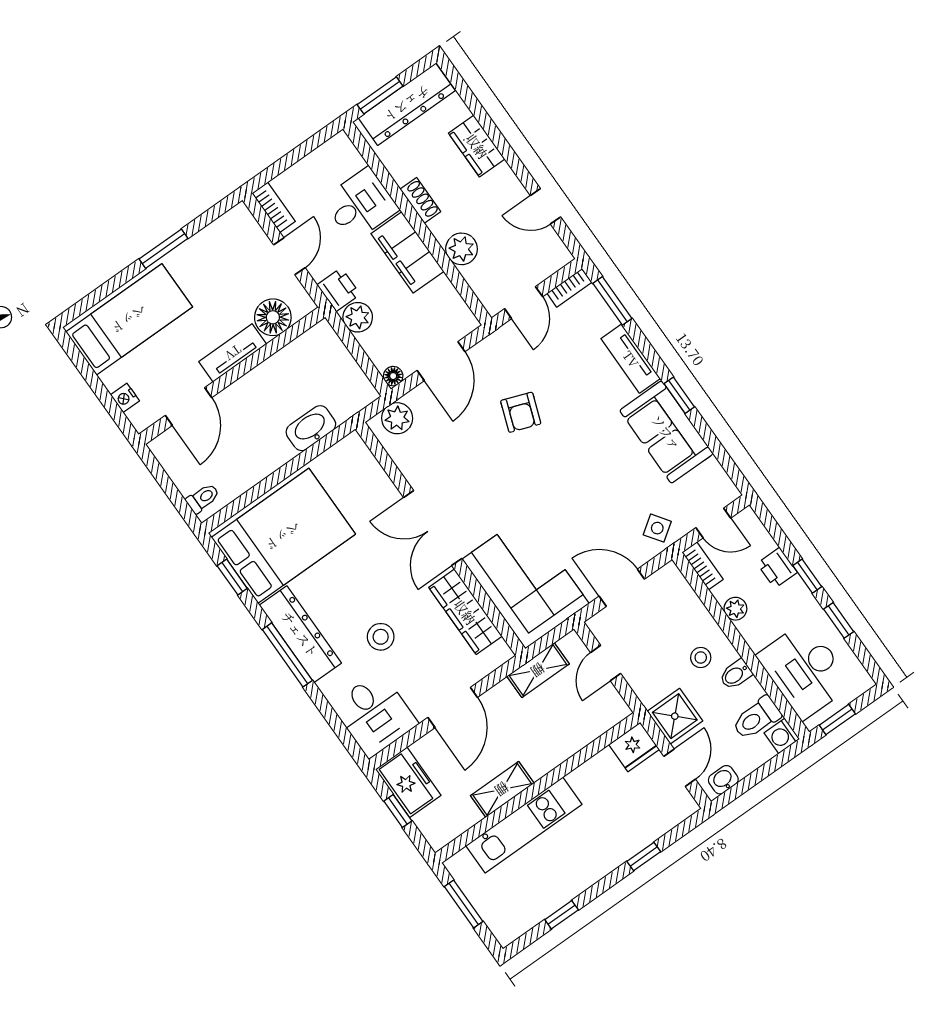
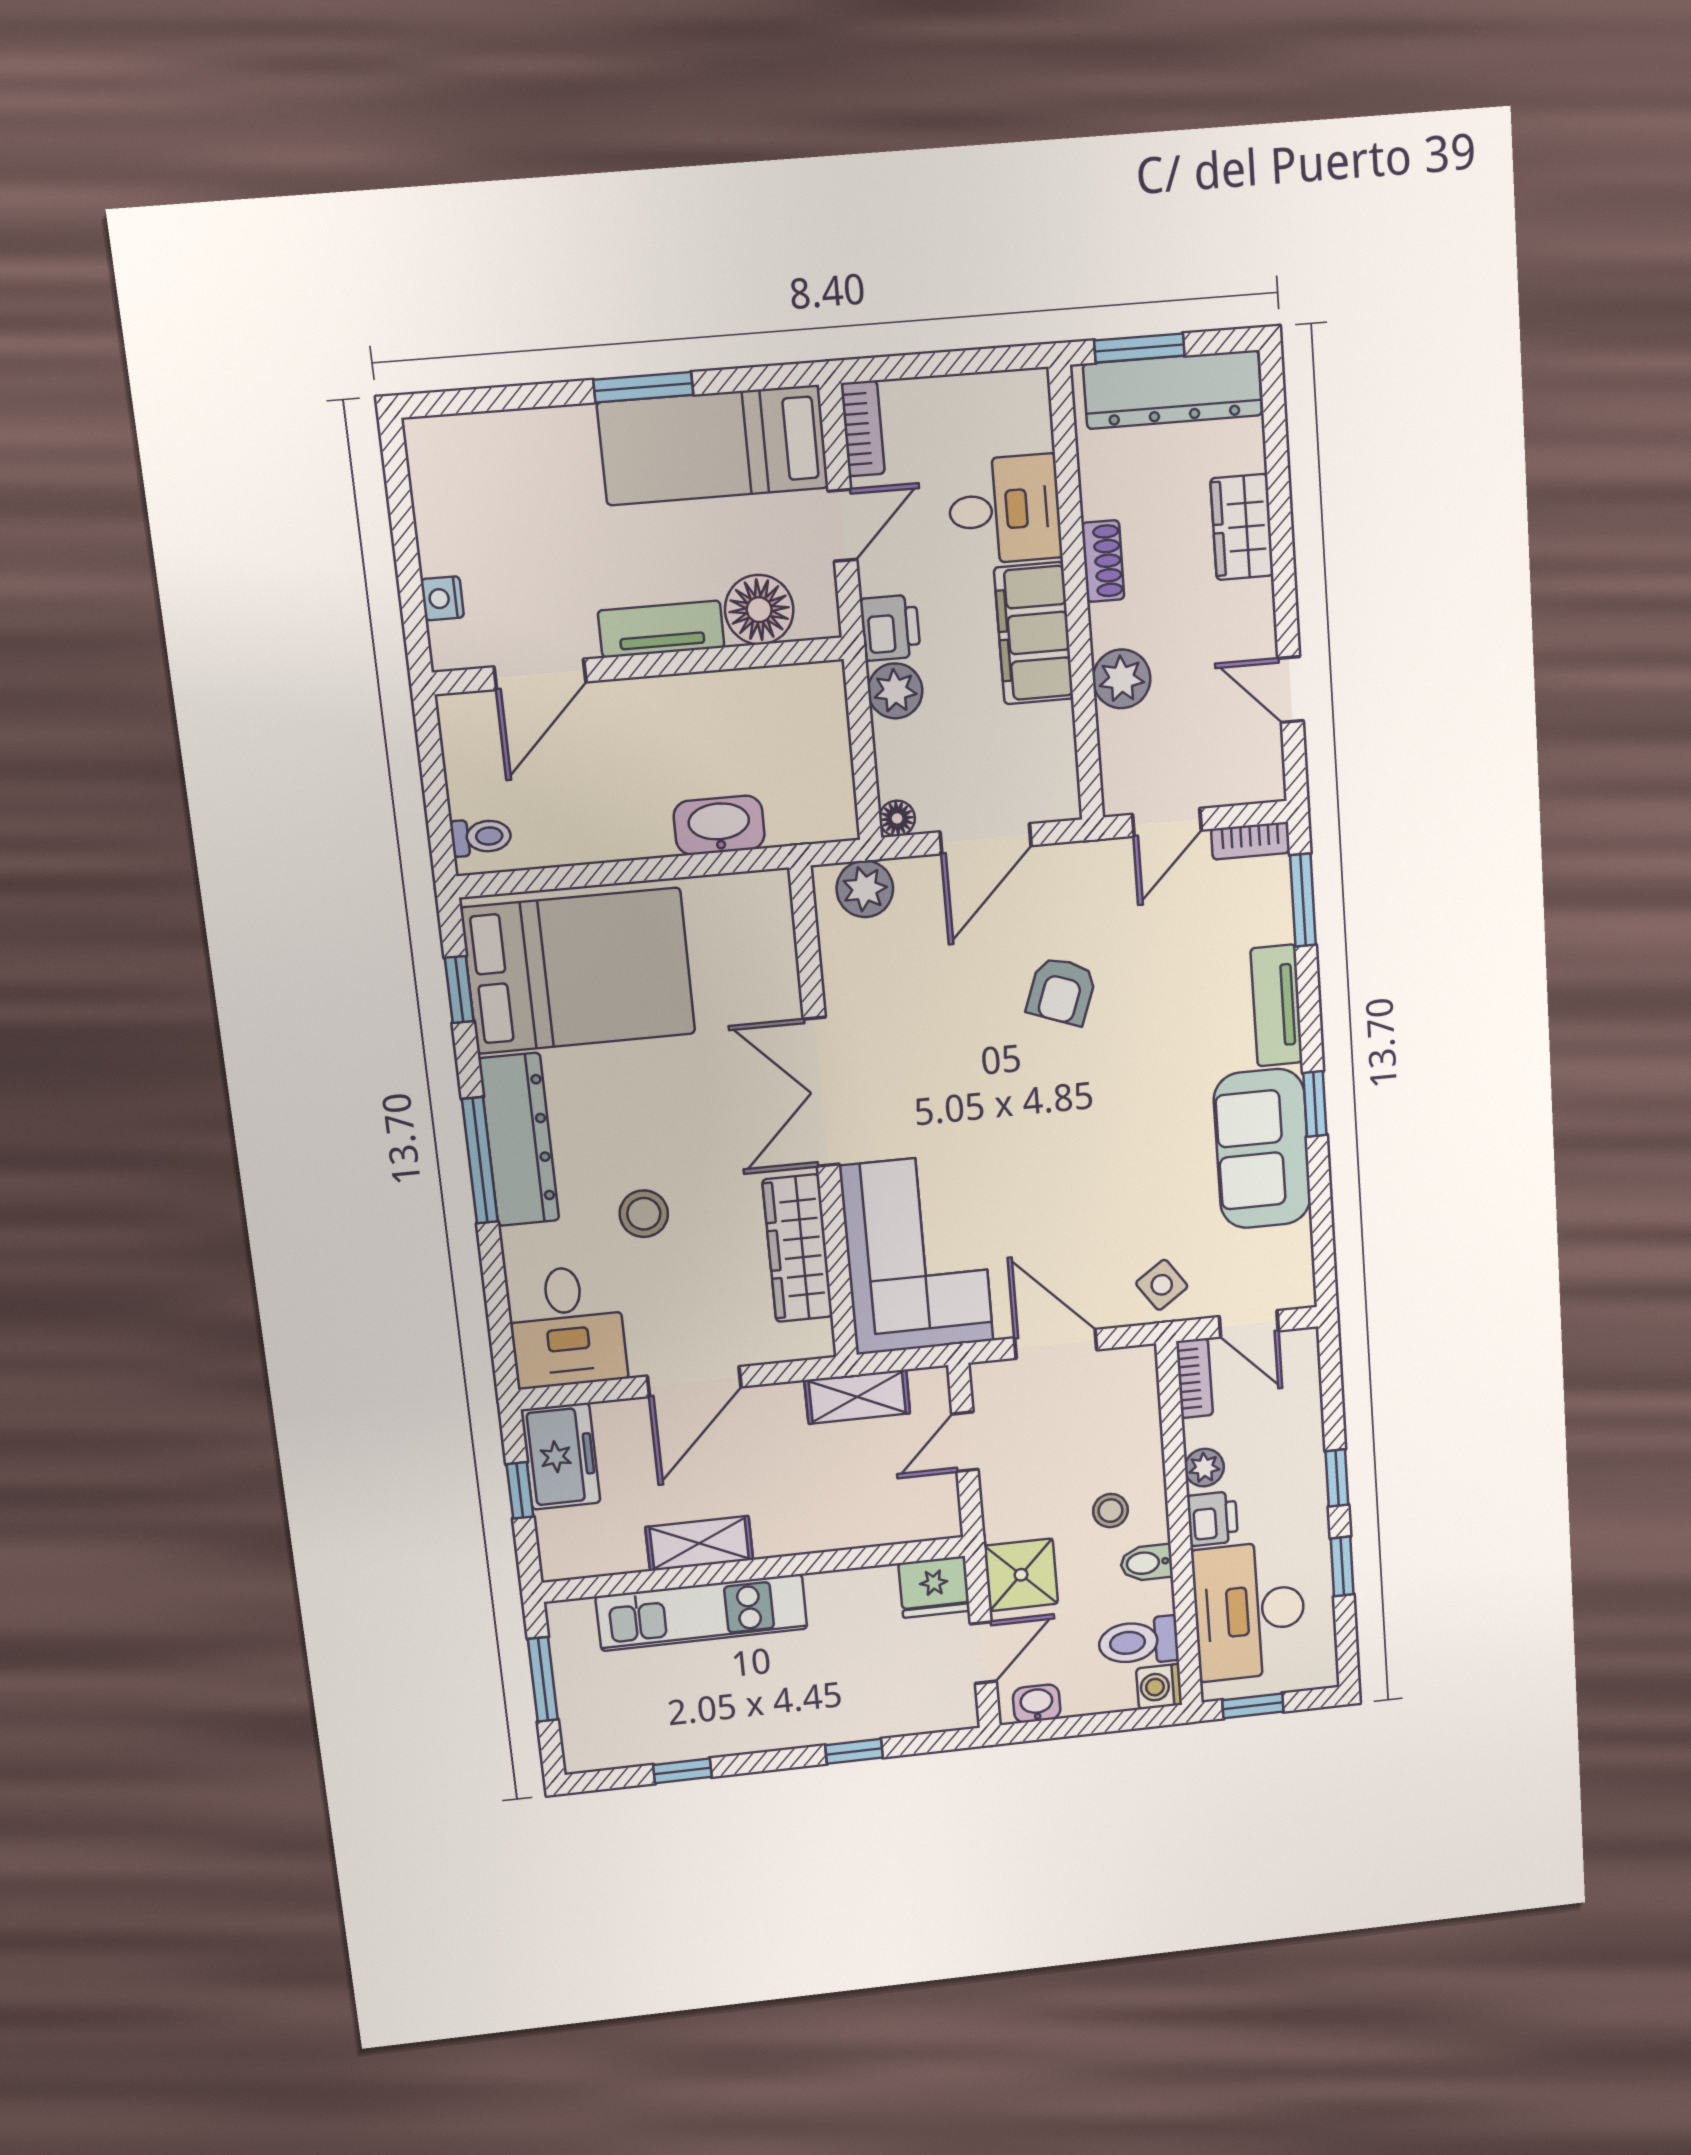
bed: (129, 319) -> (713, 445), moved, turned 180
printer: (777, 568) -> (1212, 1519), moved, turned 180

